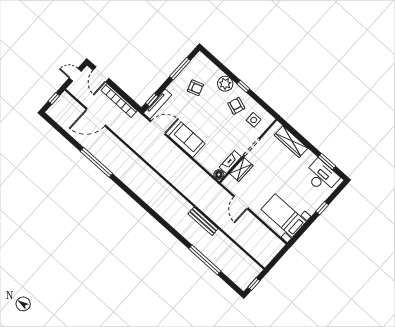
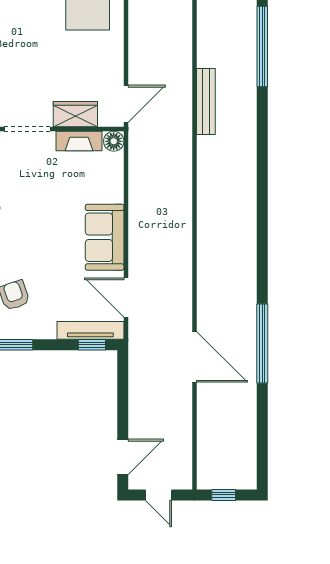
bookcase: (119, 100) -> (137, 393), removed
door: (96, 117) -> (195, 357), moved
door: (241, 202) -> (126, 104), moved

